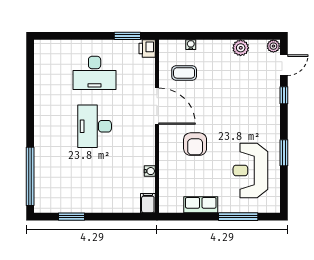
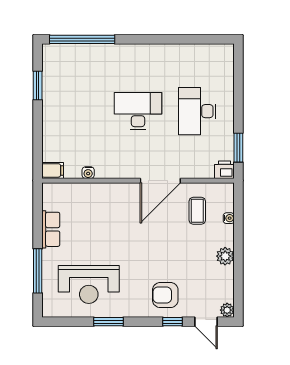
plant: (241, 48) -> (225, 256), moved
armchair: (195, 144) -> (165, 295), moved
reception desk: (250, 170) -> (89, 284), turned 180

